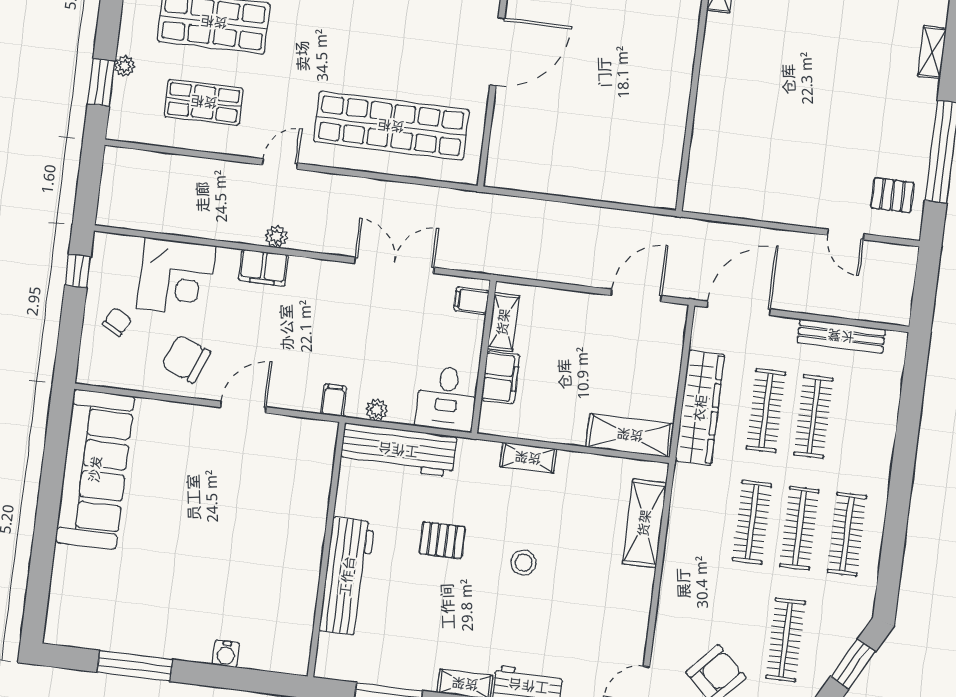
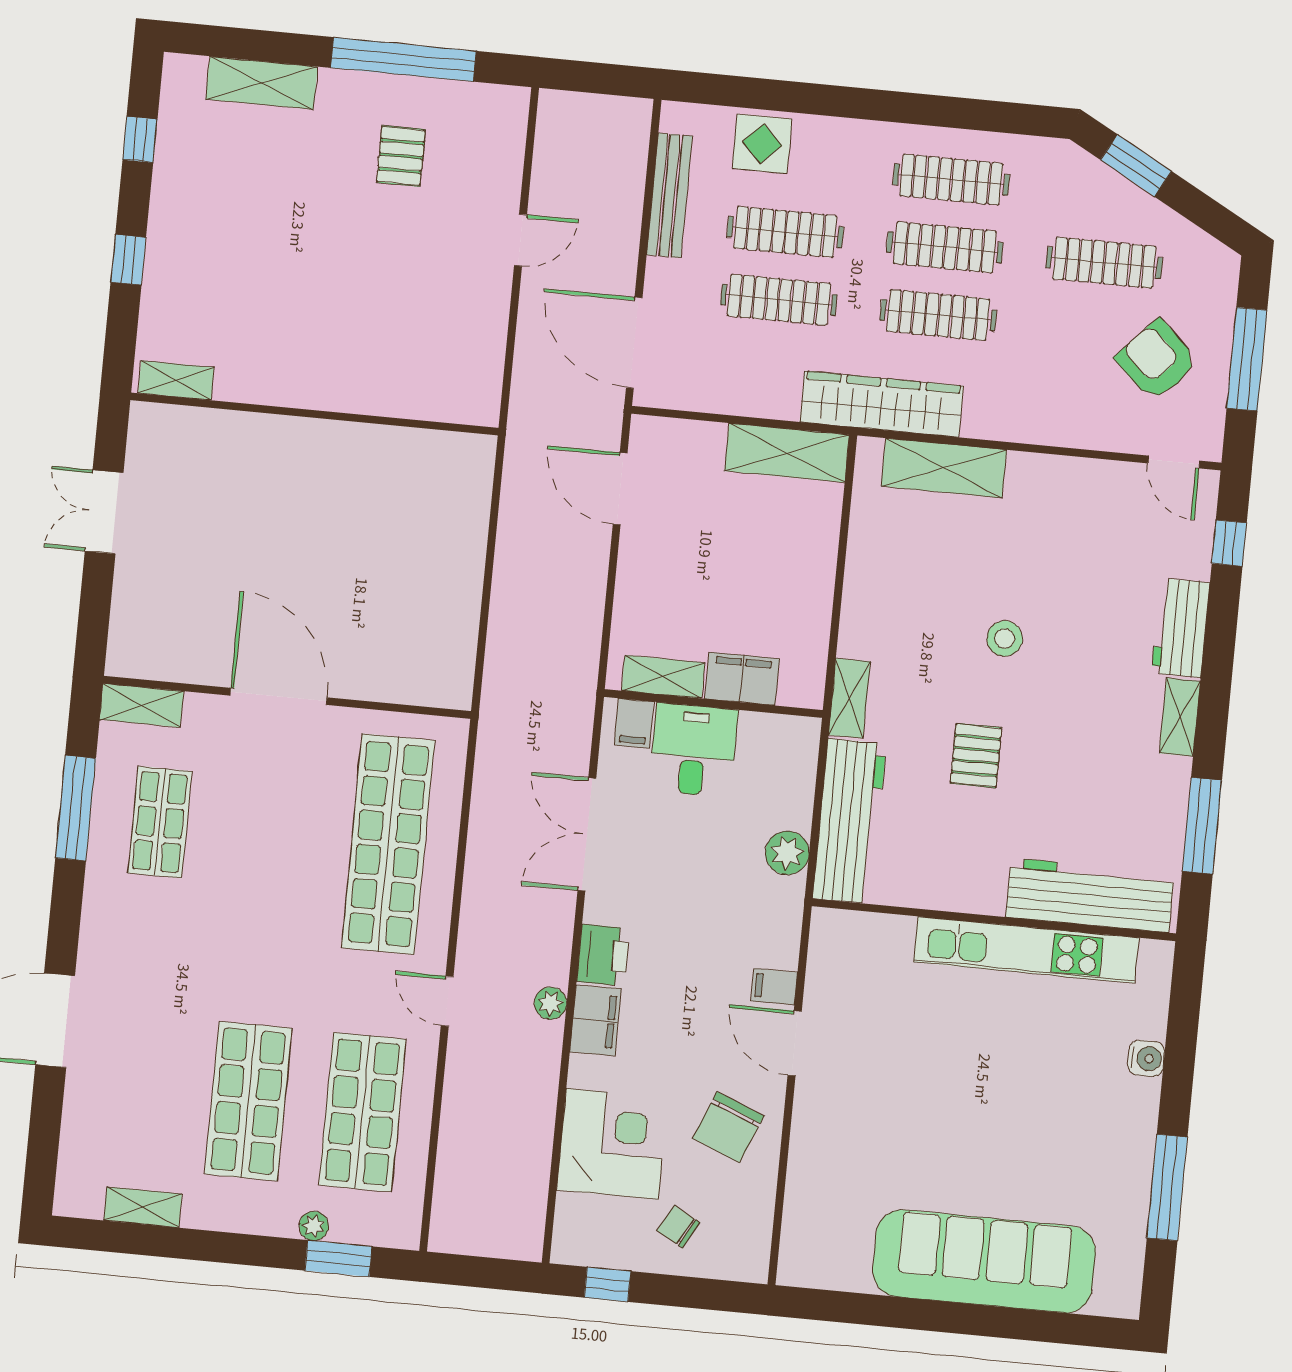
shelving: (932, 52) -> (262, 83), width x1.50, depth x1.33
shop shelf: (204, 102) -> (362, 1112), width x1.43, depth x1.36
pallet: (892, 195) -> (401, 156), moved
door: (846, 234) -> (520, 240), moved
printer: (309, 274) -> (603, 955), added
desk: (447, 398) -> (693, 750), moved, turned -90
filing cabinet: (334, 400) -> (774, 987), moved
display table: (876, 402) -> (762, 144), added
wardrobe: (700, 408) -> (882, 404), moved
plant: (377, 410) -> (787, 853), width x1.38, depth x1.38
shelving: (630, 435) -> (787, 453), moved, turned 90
shelving: (528, 458) -> (849, 698), moved
sofa: (95, 469) -> (984, 1261), moved
kitchen unit: (305, 572) -> (1026, 950), added
workbench: (347, 576) -> (1090, 895), moved

